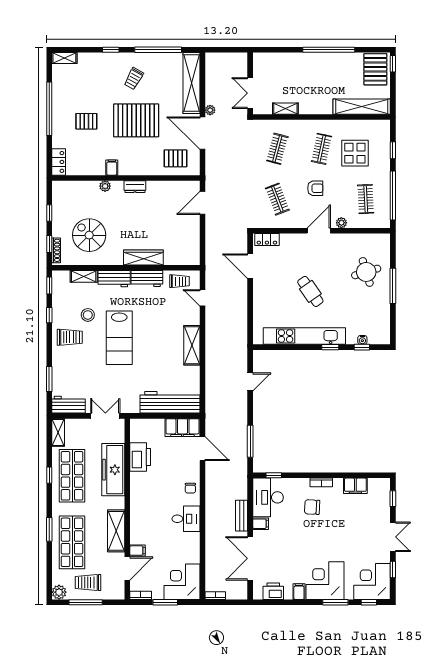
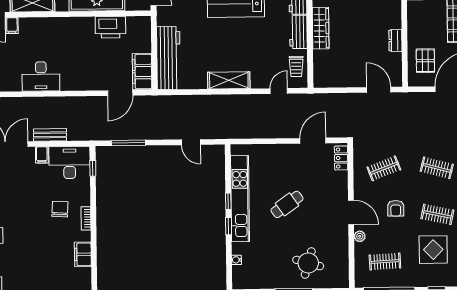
dresser: (135, 187) -> (395, 41), moved
round table: (366, 272) -> (308, 263), turned 33
window: (362, 347) -> (228, 201), moved
chair: (190, 488) -> (78, 81), removed
desk: (186, 519) -> (41, 76), width x1.37

